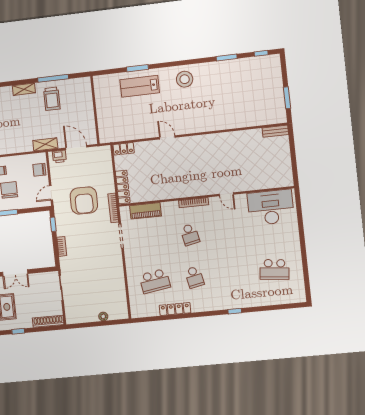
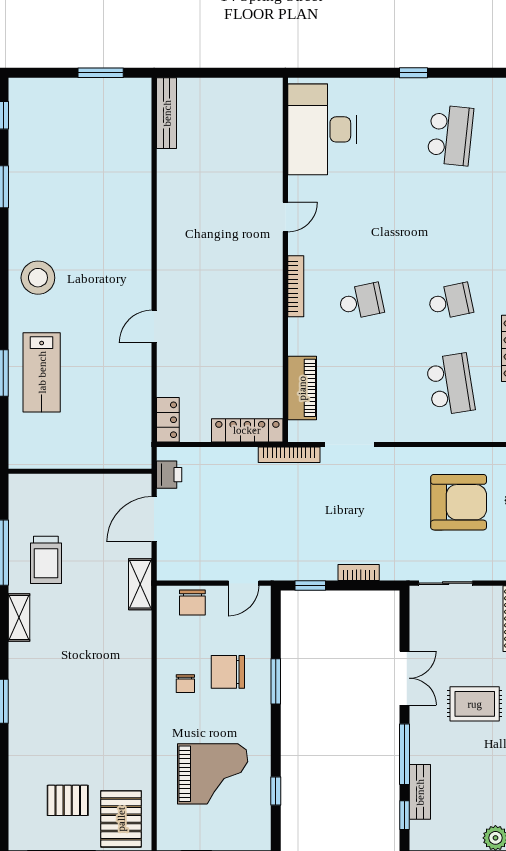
trolley: (52, 99) -> (46, 560), turned 90
bench: (275, 131) -> (167, 113), width x1.36
printer: (59, 156) -> (169, 475), moved
door: (51, 193) -> (244, 583), hinge flipped
armchair: (84, 200) -> (459, 502), moved
window: (303, 249) -> (414, 73), added

